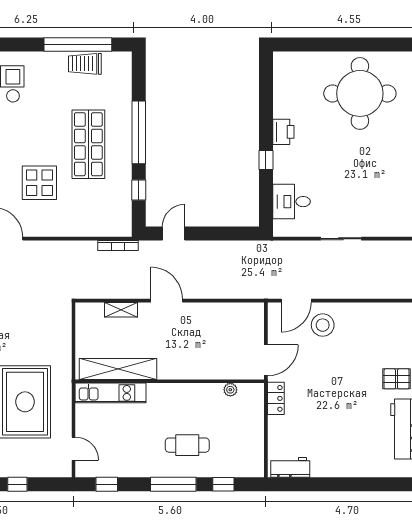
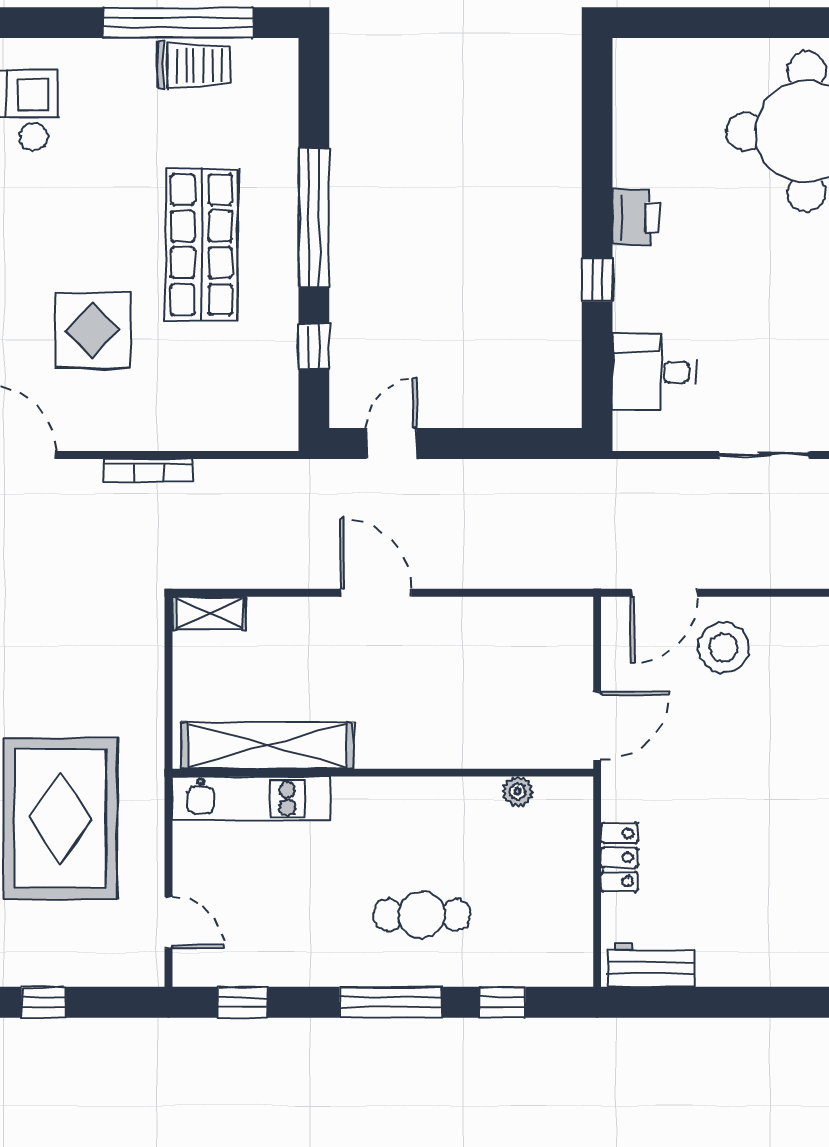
trolley: (85, 64) -> (194, 65), turned 180
bookcase: (118, 246) -> (149, 470), moved
shelving: (121, 310) -> (209, 613), moved
locker: (276, 398) -> (619, 857), moved

